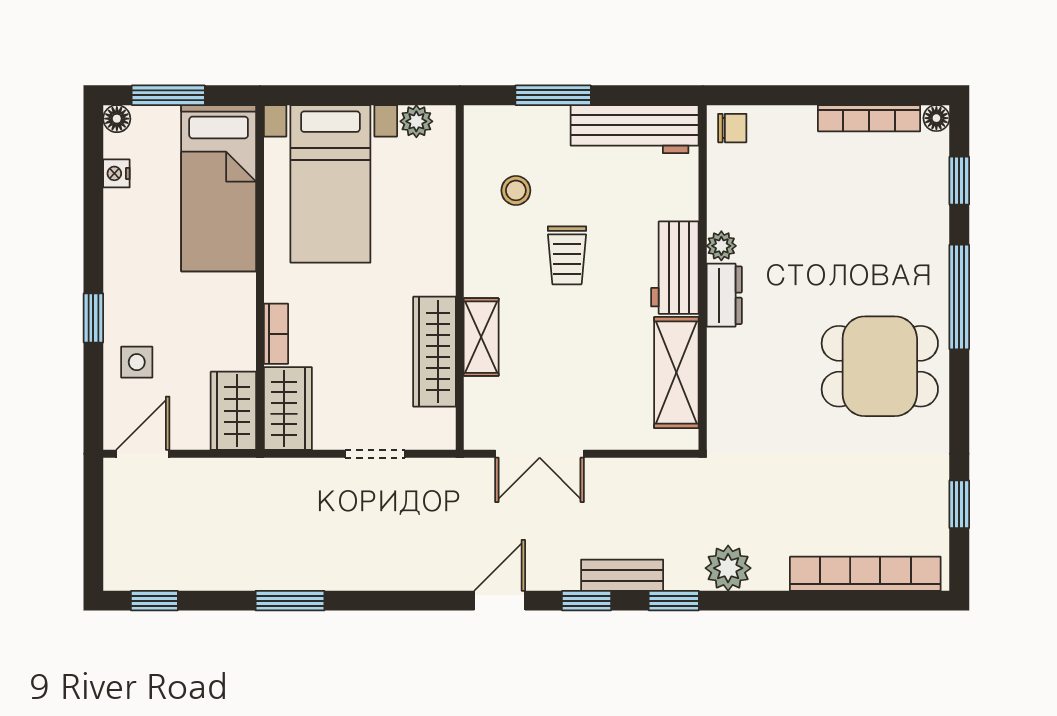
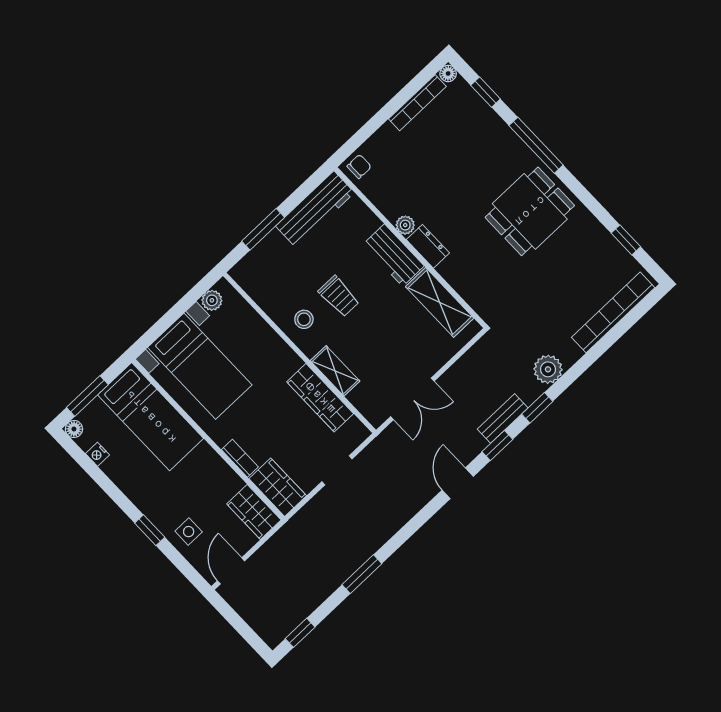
stool: (516, 190) -> (304, 319), moved

